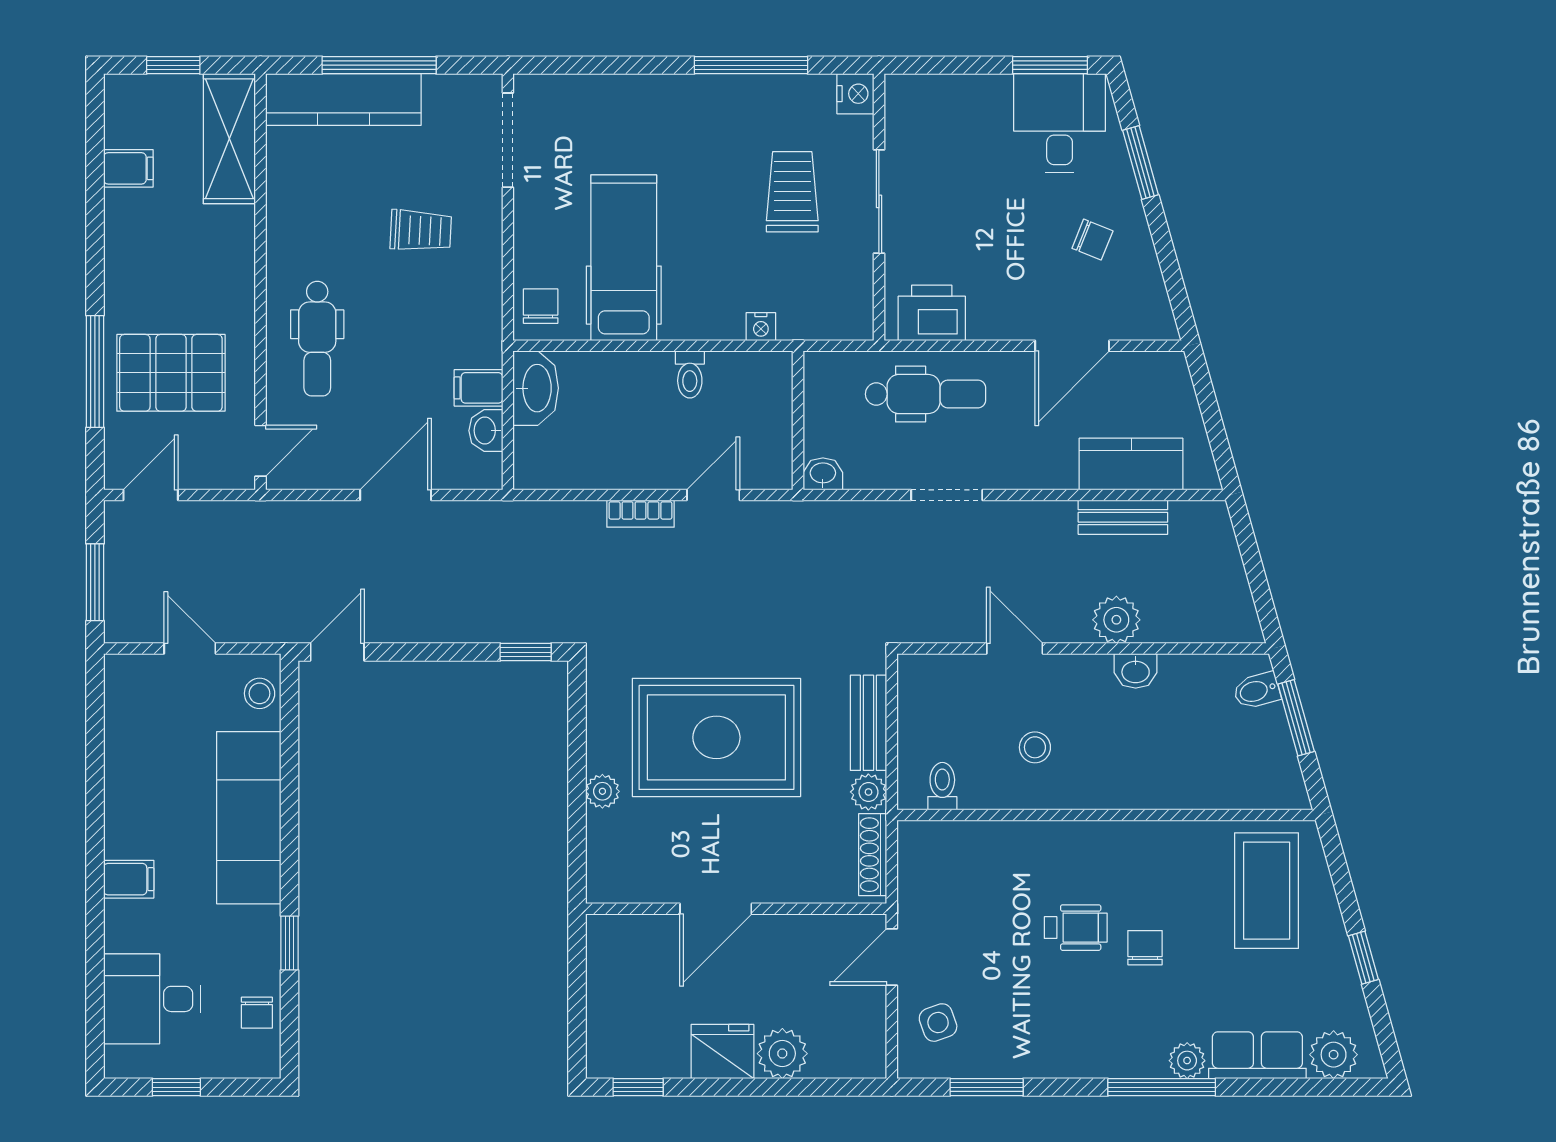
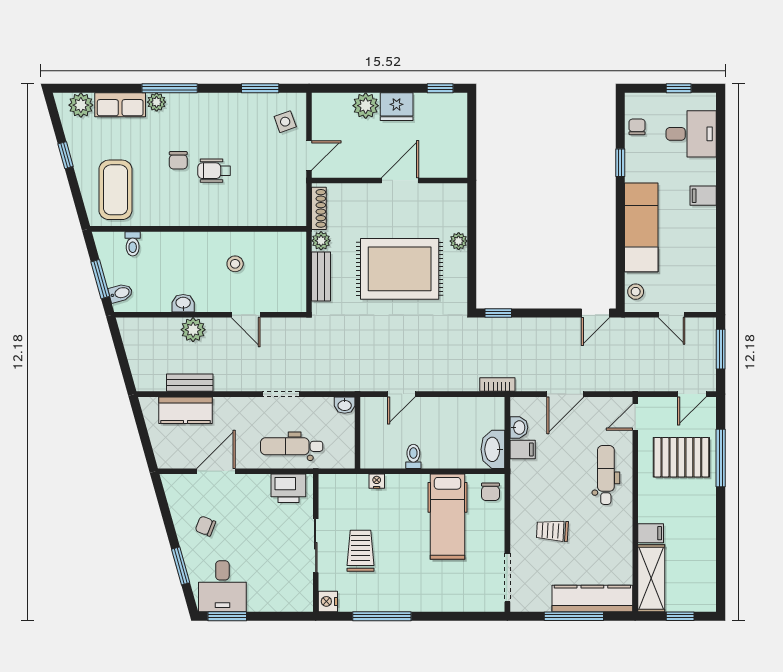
filing cabinet: (128, 168) -> (651, 533), moved, turned 180
trolley: (792, 192) -> (360, 551), turned 180
bookcase: (640, 514) -> (497, 385), moved
toilet: (942, 786) -> (133, 244), moved

